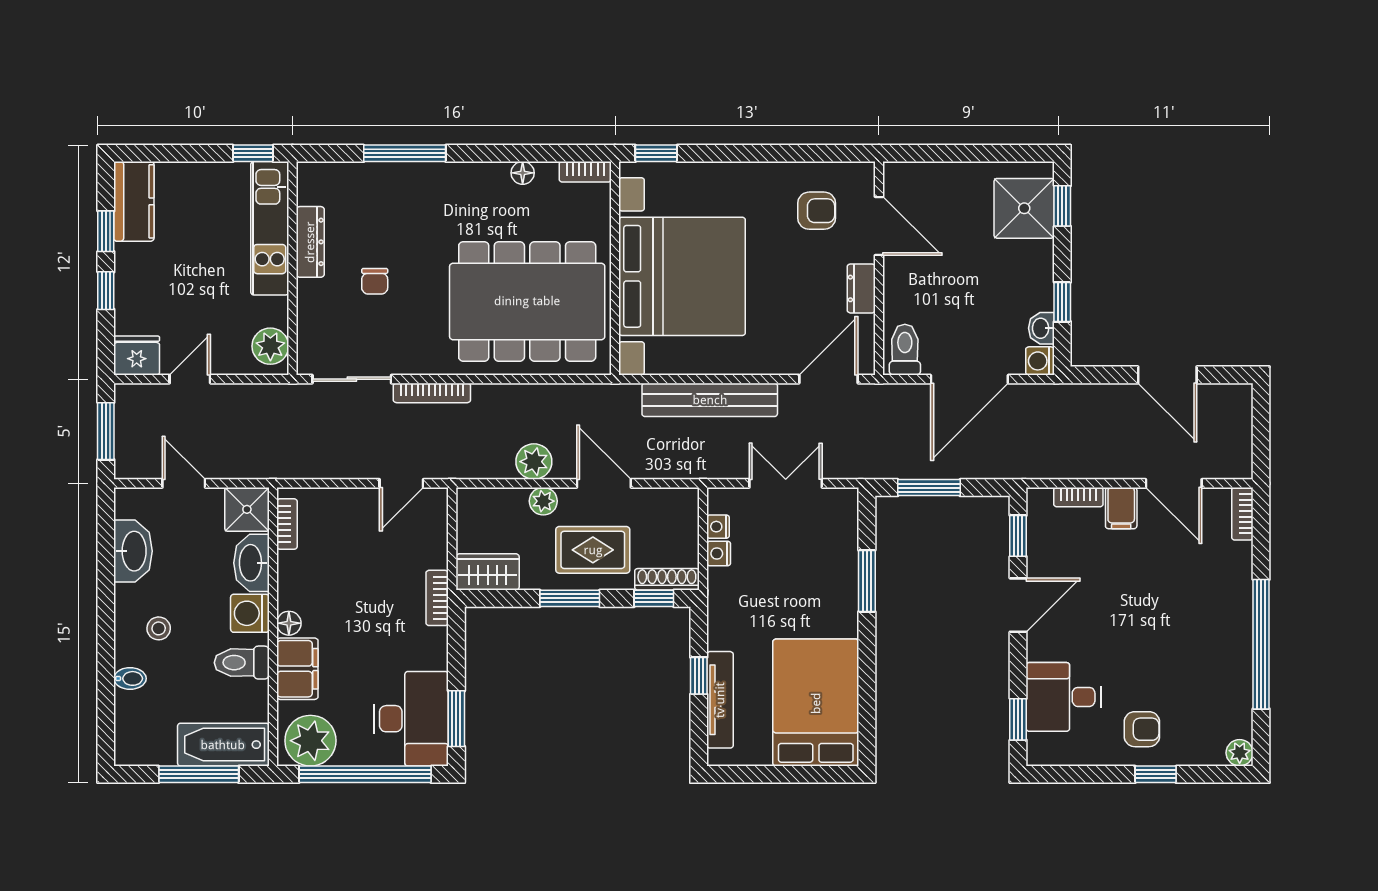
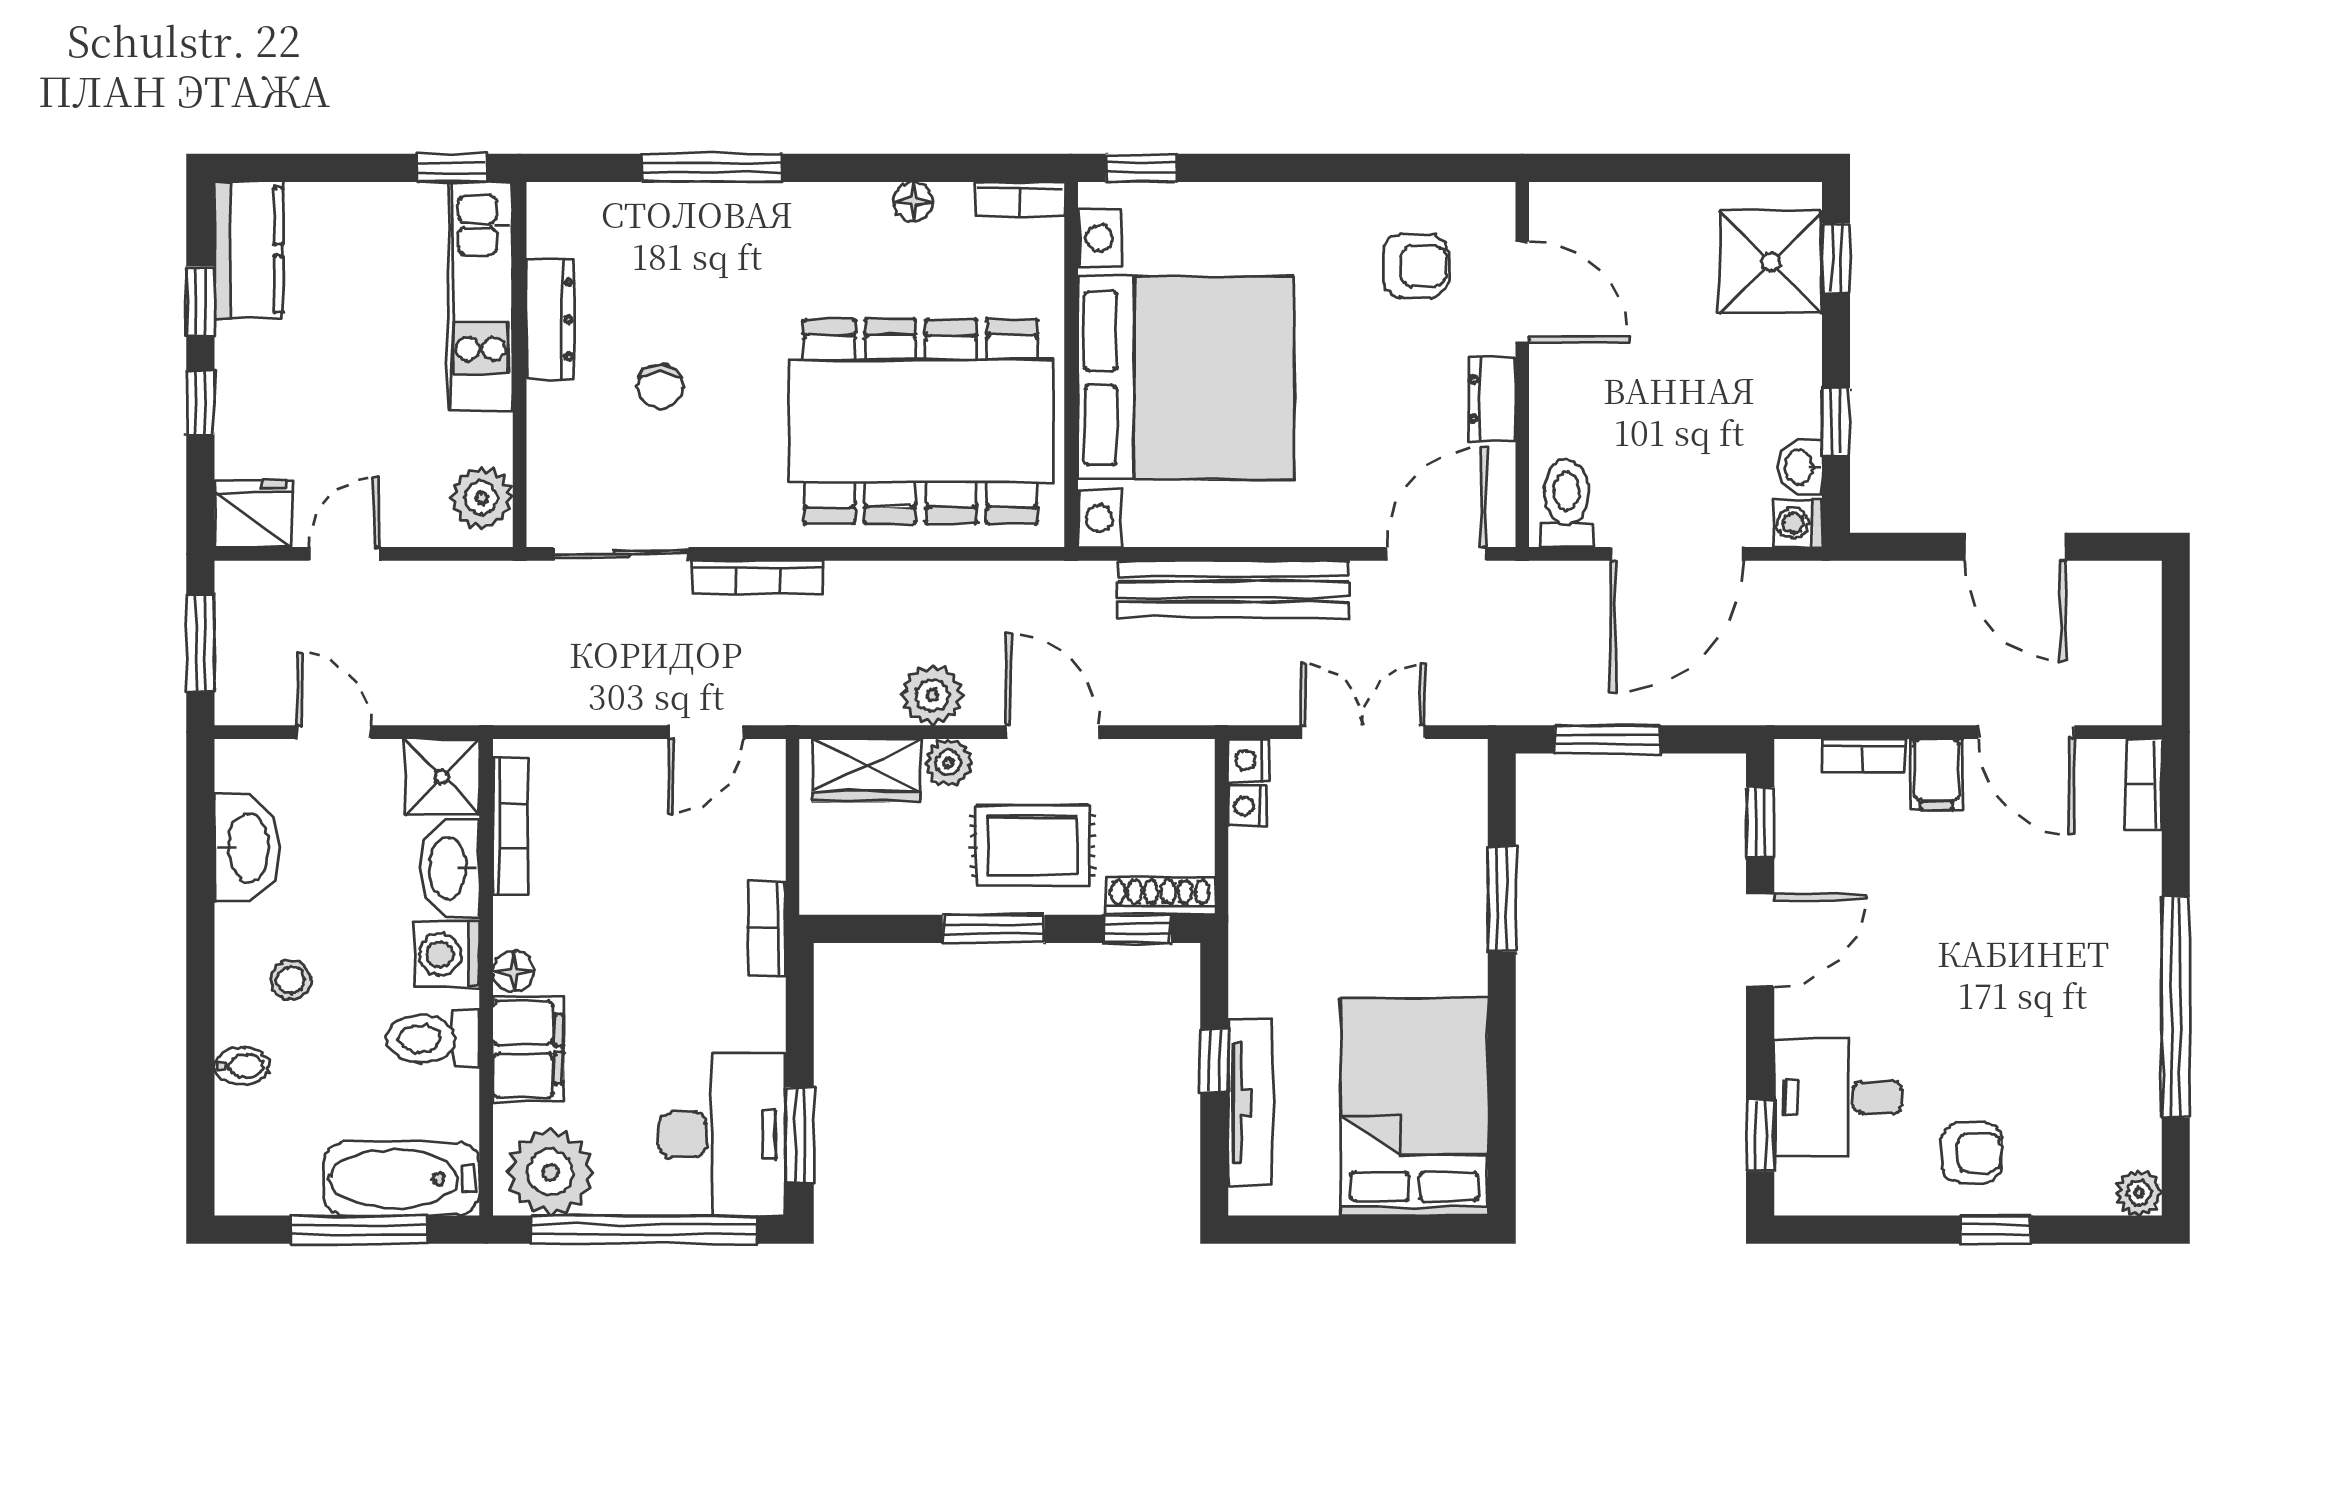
bookcase: (287, 524) -> (510, 826), width x1.56
nightstand: (719, 553) -> (1248, 760), moved
wardrobe: (488, 572) -> (866, 770), moved, turned 180

